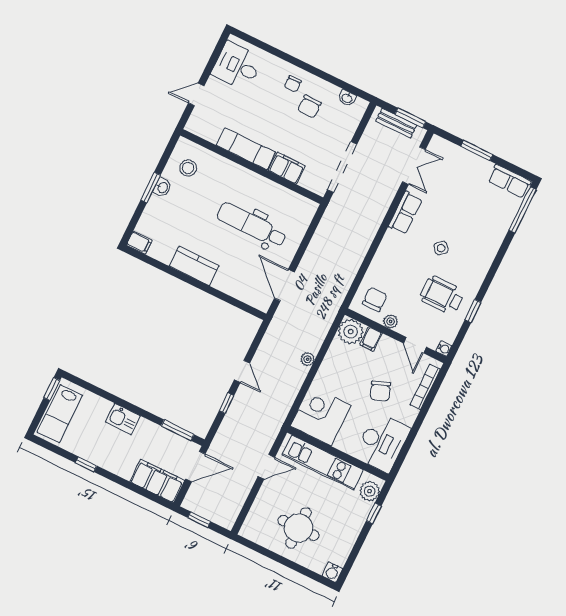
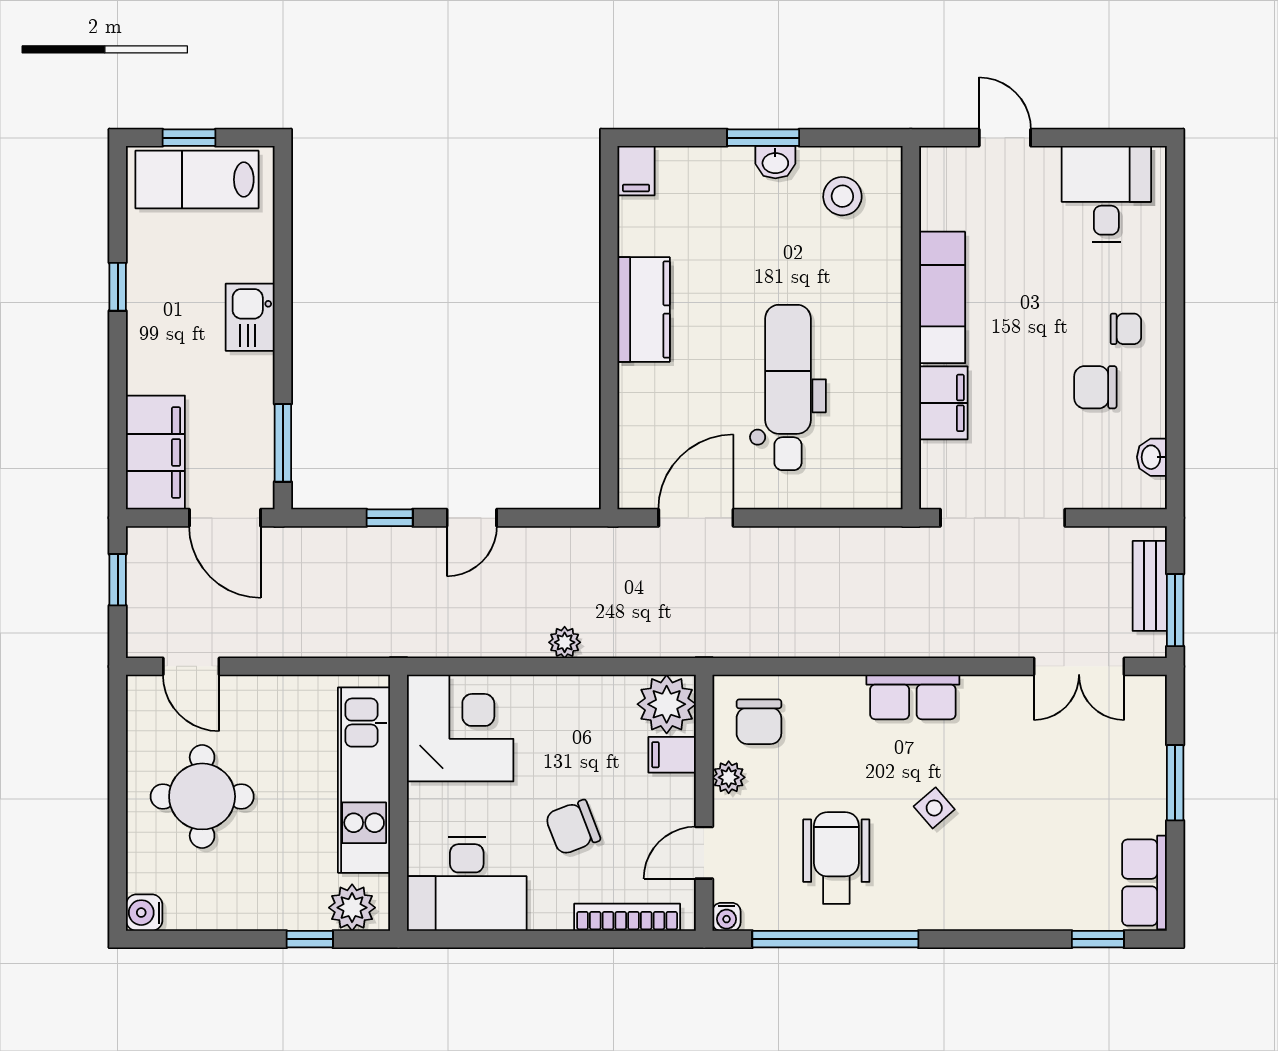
chair: (293, 84) -> (1126, 329), turned 180
window: (522, 210) -> (1098, 939), width x0.46
row of seats: (405, 213) -> (913, 697), moved
chair: (375, 299) -> (759, 722), turned 90
window: (473, 311) -> (835, 939), width x3.17
window: (52, 389) -> (189, 138), moved
door: (266, 467) -> (191, 666), moved

